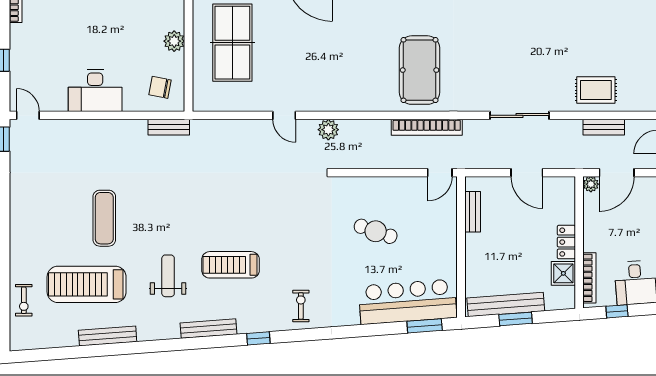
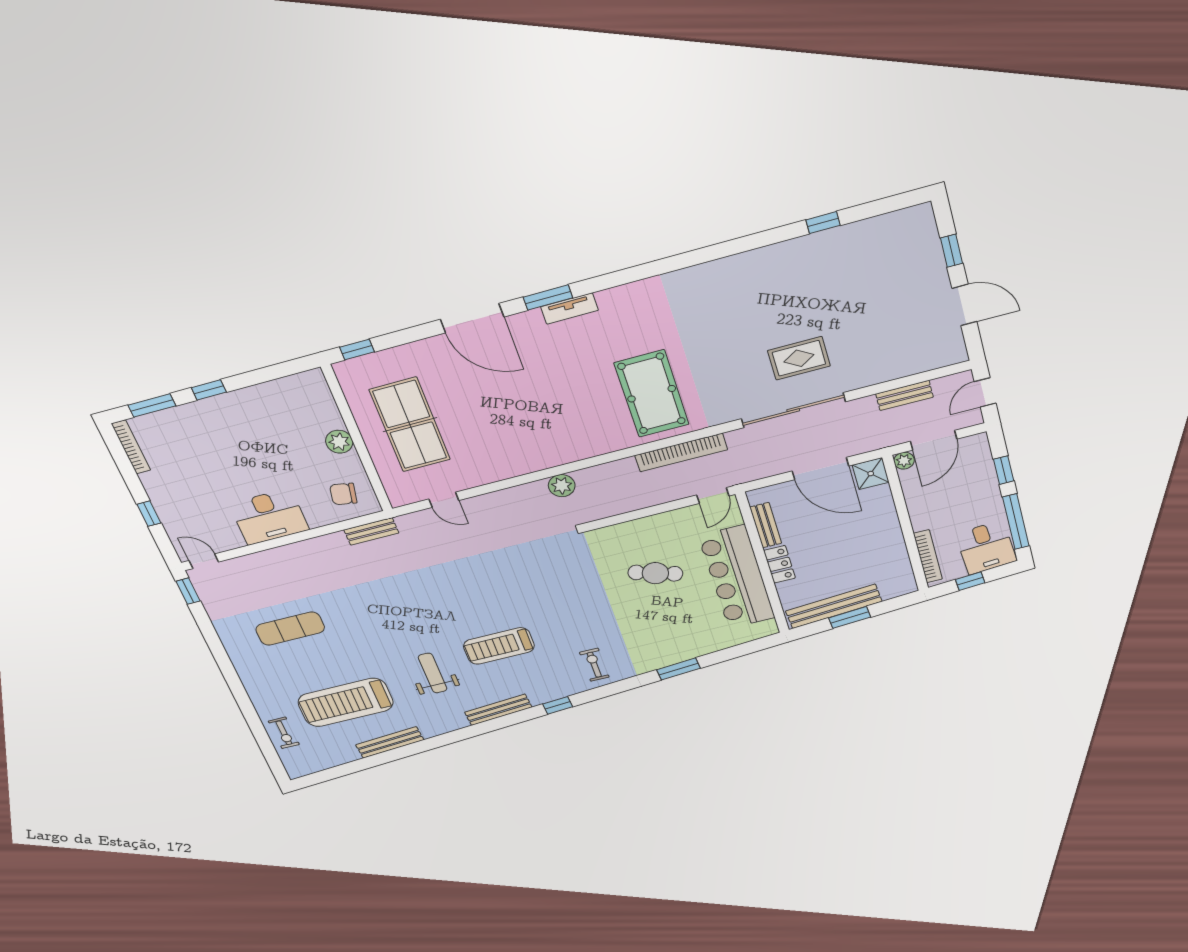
rug: (596, 90) -> (799, 358), moved
door: (284, 115) -> (444, 500), moved
sliding door: (519, 115) -> (793, 410), width x1.36
door: (527, 173) -> (820, 469), width x1.36
exercise mat: (104, 218) -> (290, 629), moved, turned 90
locker: (566, 242) -> (780, 564), moved, turned 180
shower: (563, 273) -> (871, 474), moved
bar counter: (408, 302) -> (737, 577), moved, turned -86
window: (425, 326) -> (678, 669), moved

